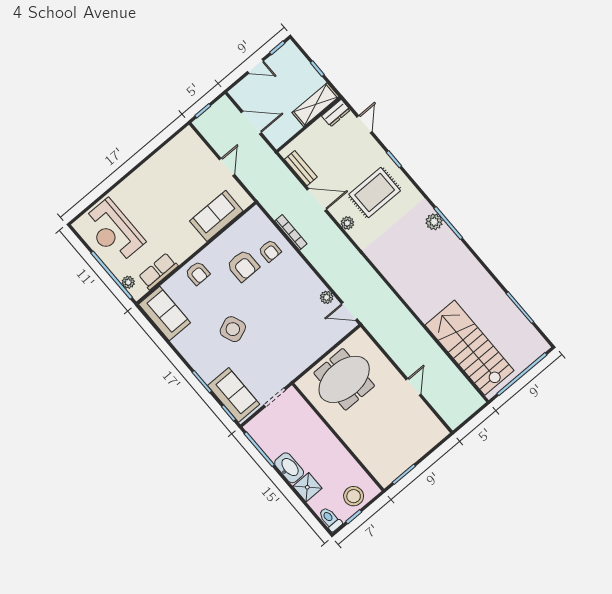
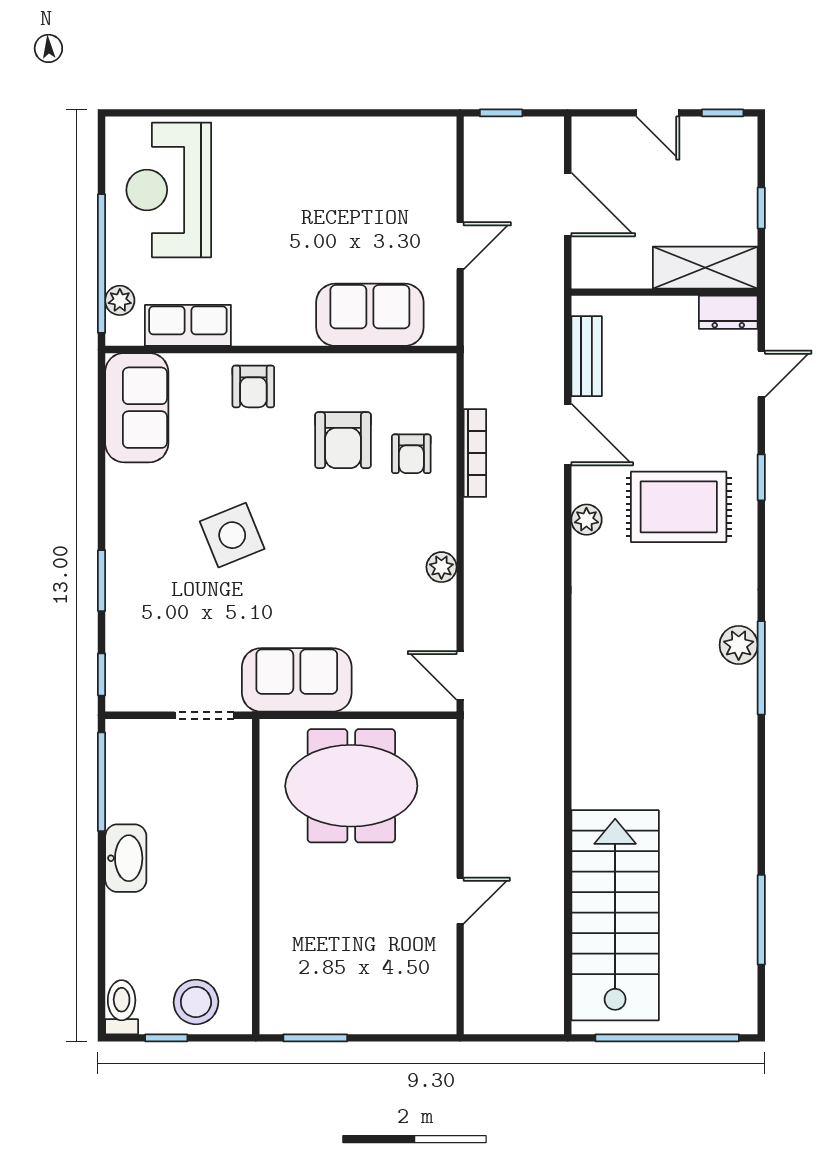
plant: (327, 297) -> (441, 567), moved
sofa: (234, 395) -> (297, 680), moved, turned -90
shower: (307, 487) -> (129, 919), removed

